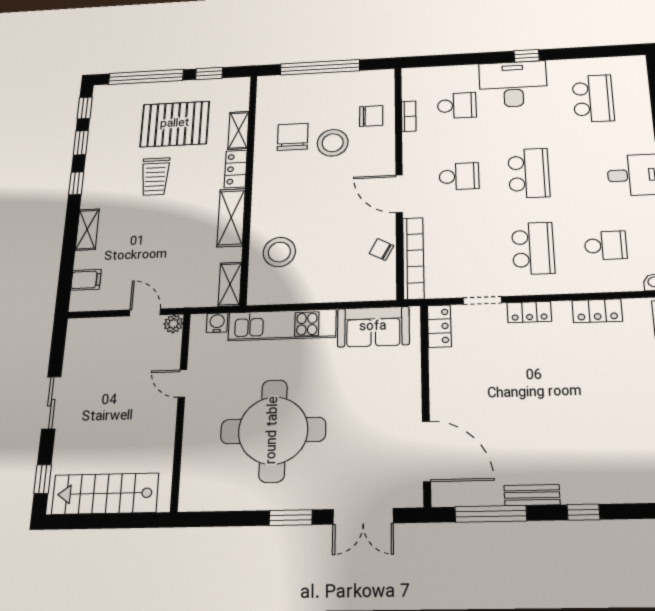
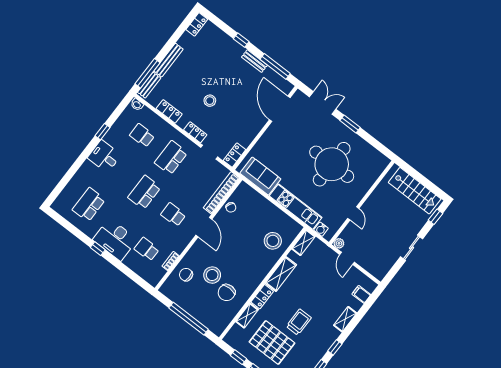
stool: (549, 376) -> (210, 101), added

